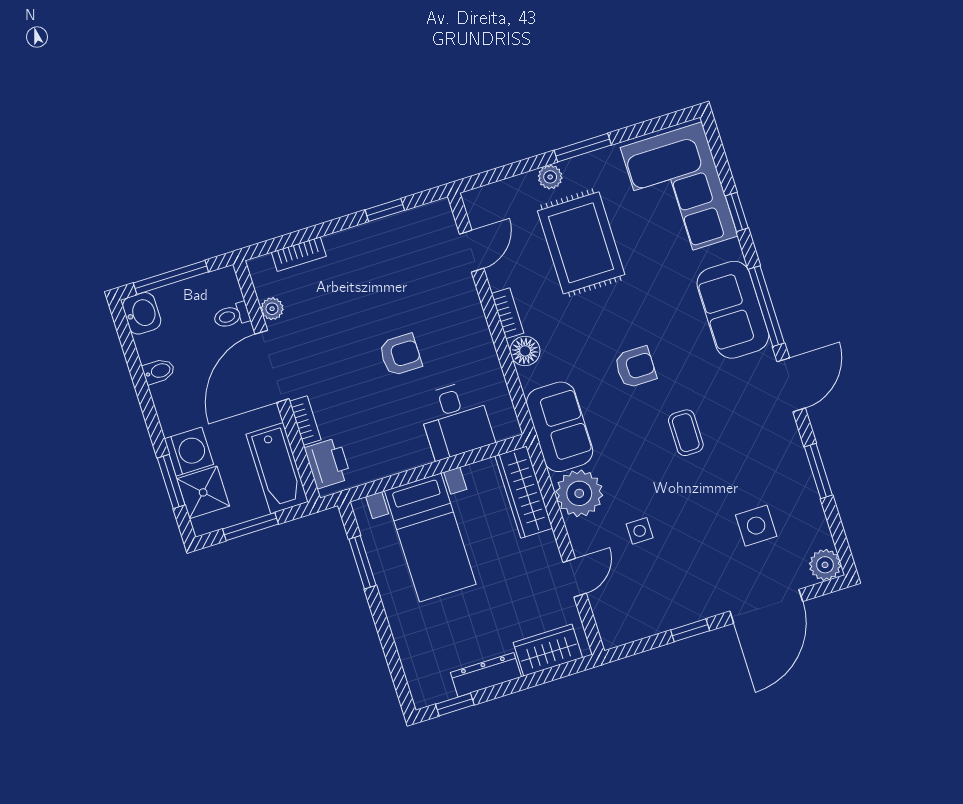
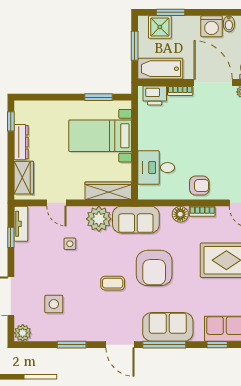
armchair: (400, 355) -> (199, 186), moved, turned -90
armchair: (635, 367) -> (154, 268), width x1.88, depth x1.88
washing machine: (189, 452) -> (212, 26), moved
tv unit: (632, 629) -> (21, 224), added
window: (690, 630) -> (11, 237), moved

